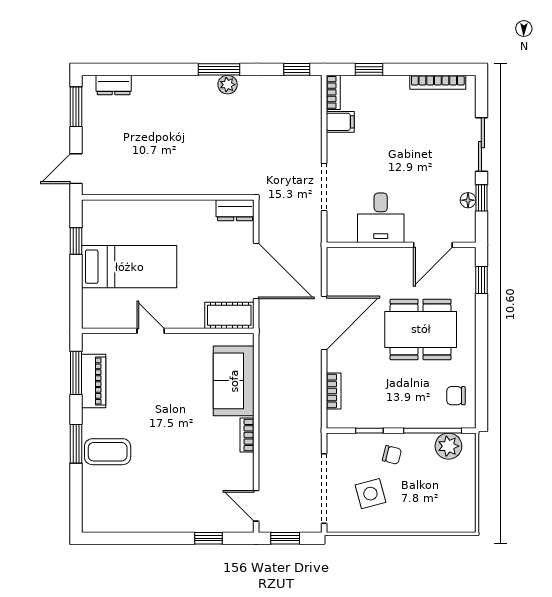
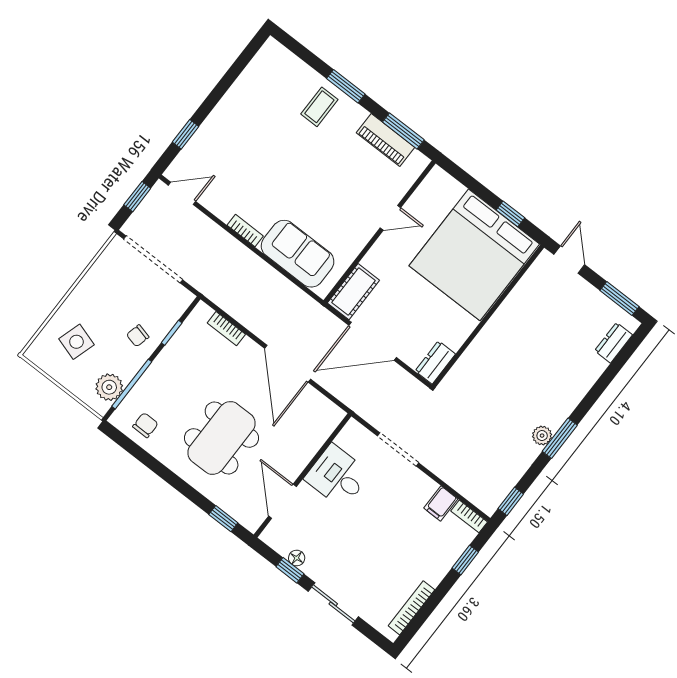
bed: (129, 267) -> (474, 255), width x2.04
coffee table: (108, 452) -> (319, 107), width x0.73, depth x0.77
side table: (370, 494) -> (76, 342), moved, turned 32

